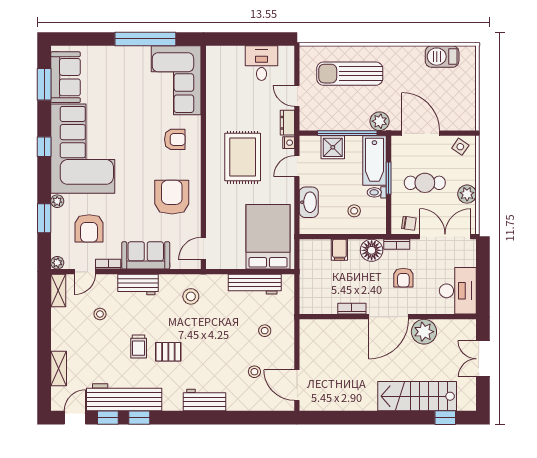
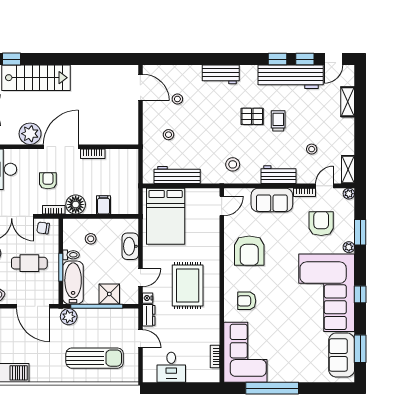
bookcase: (211, 75) -> (215, 356), added

